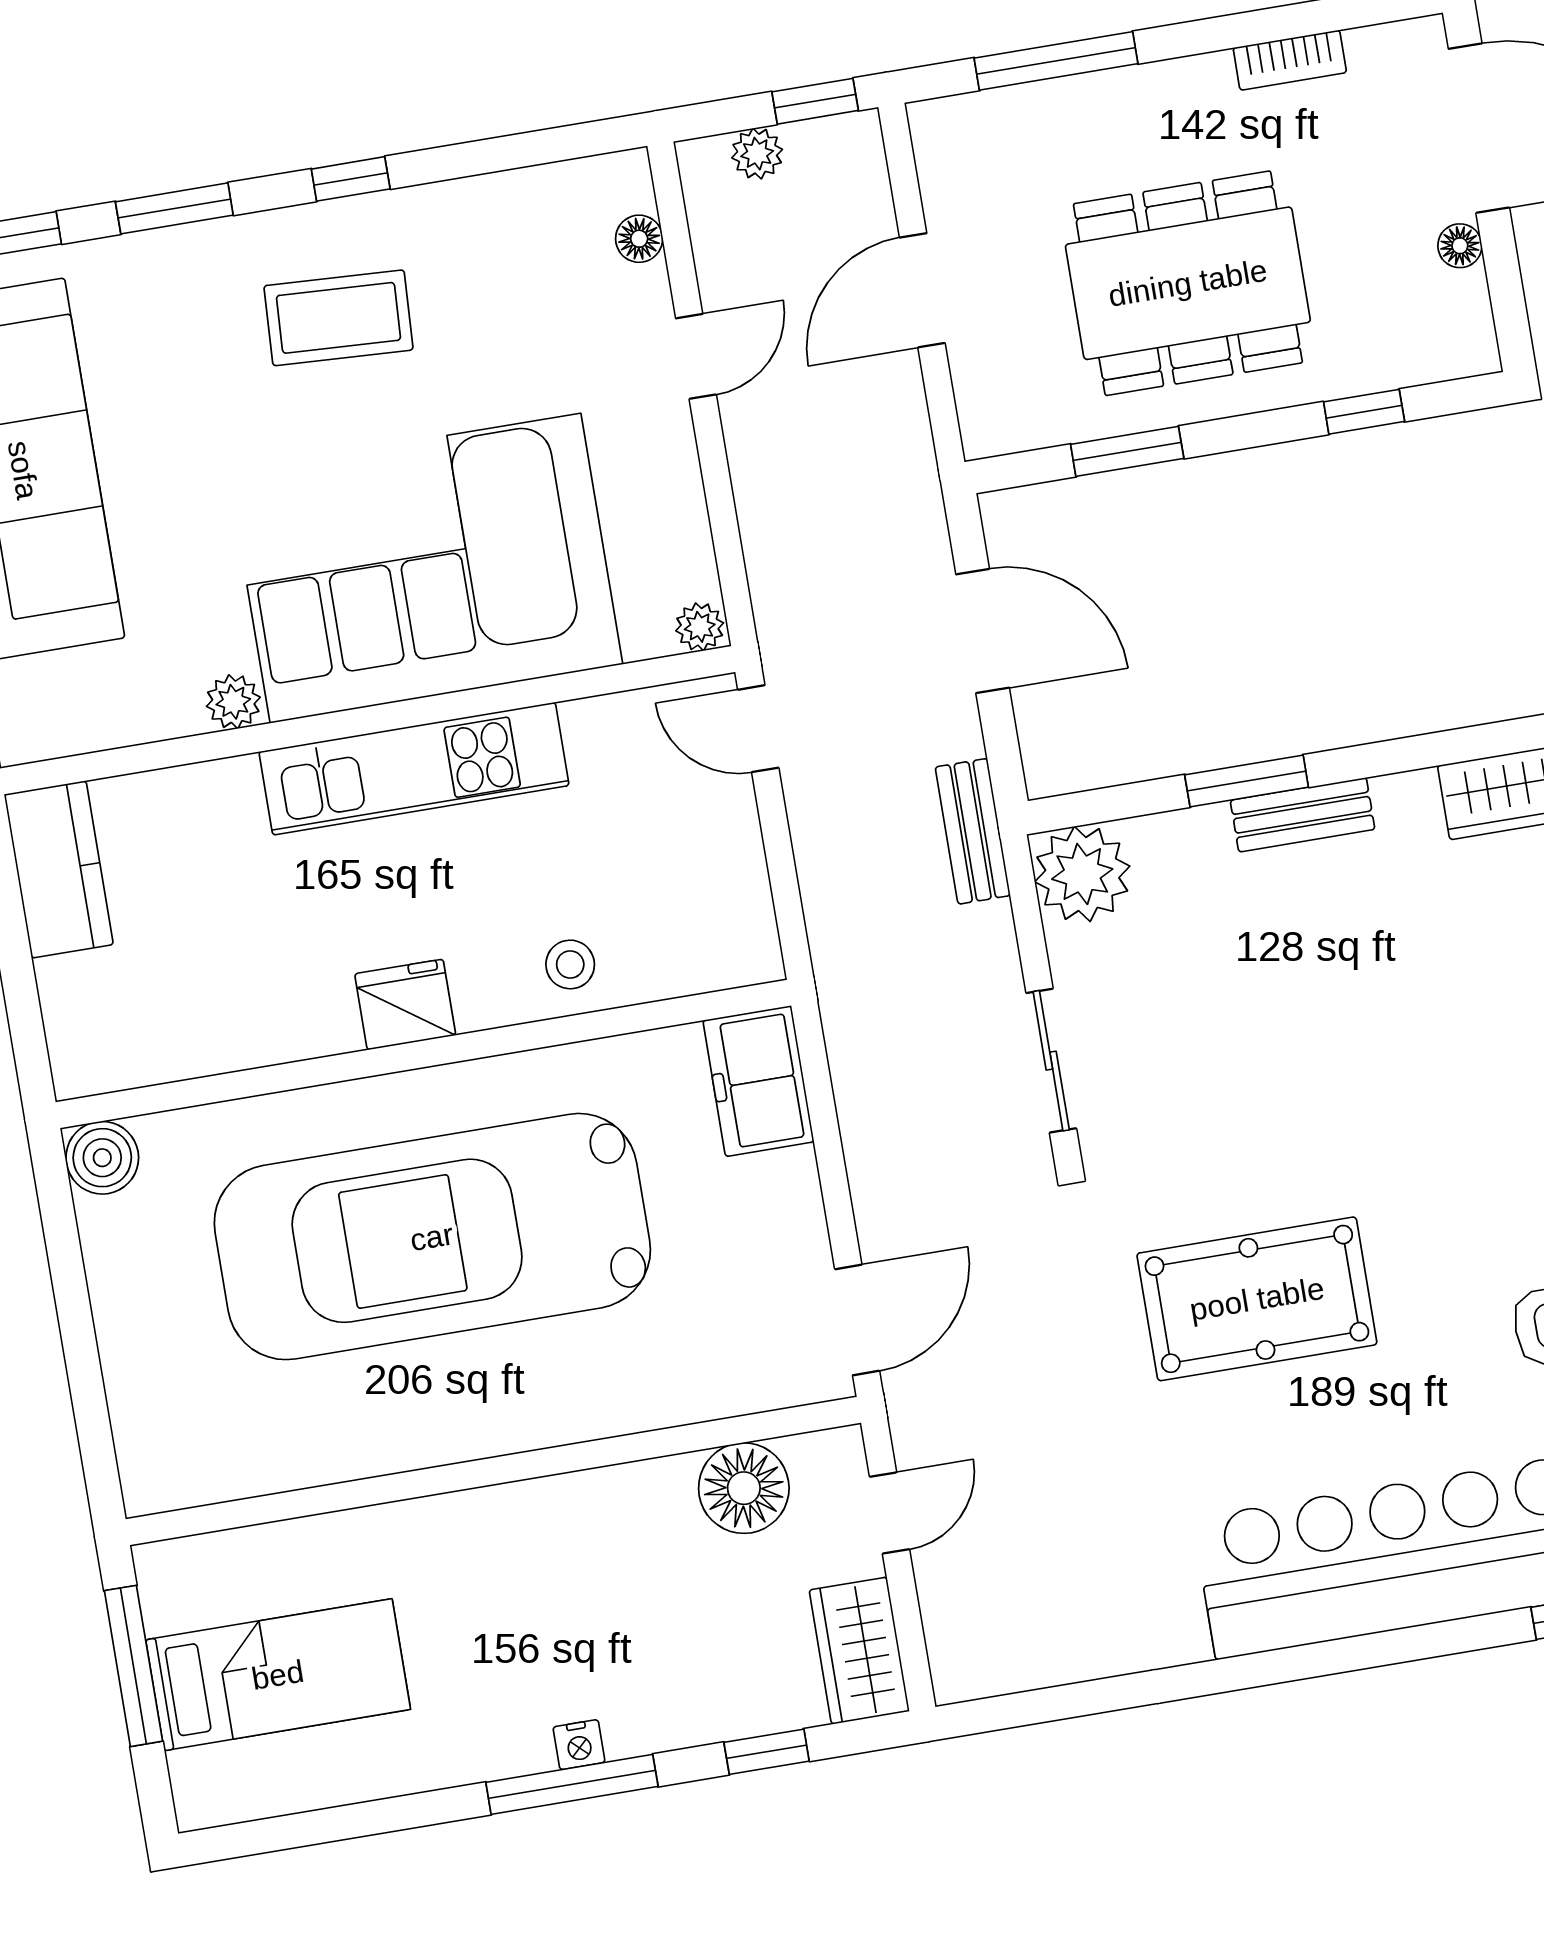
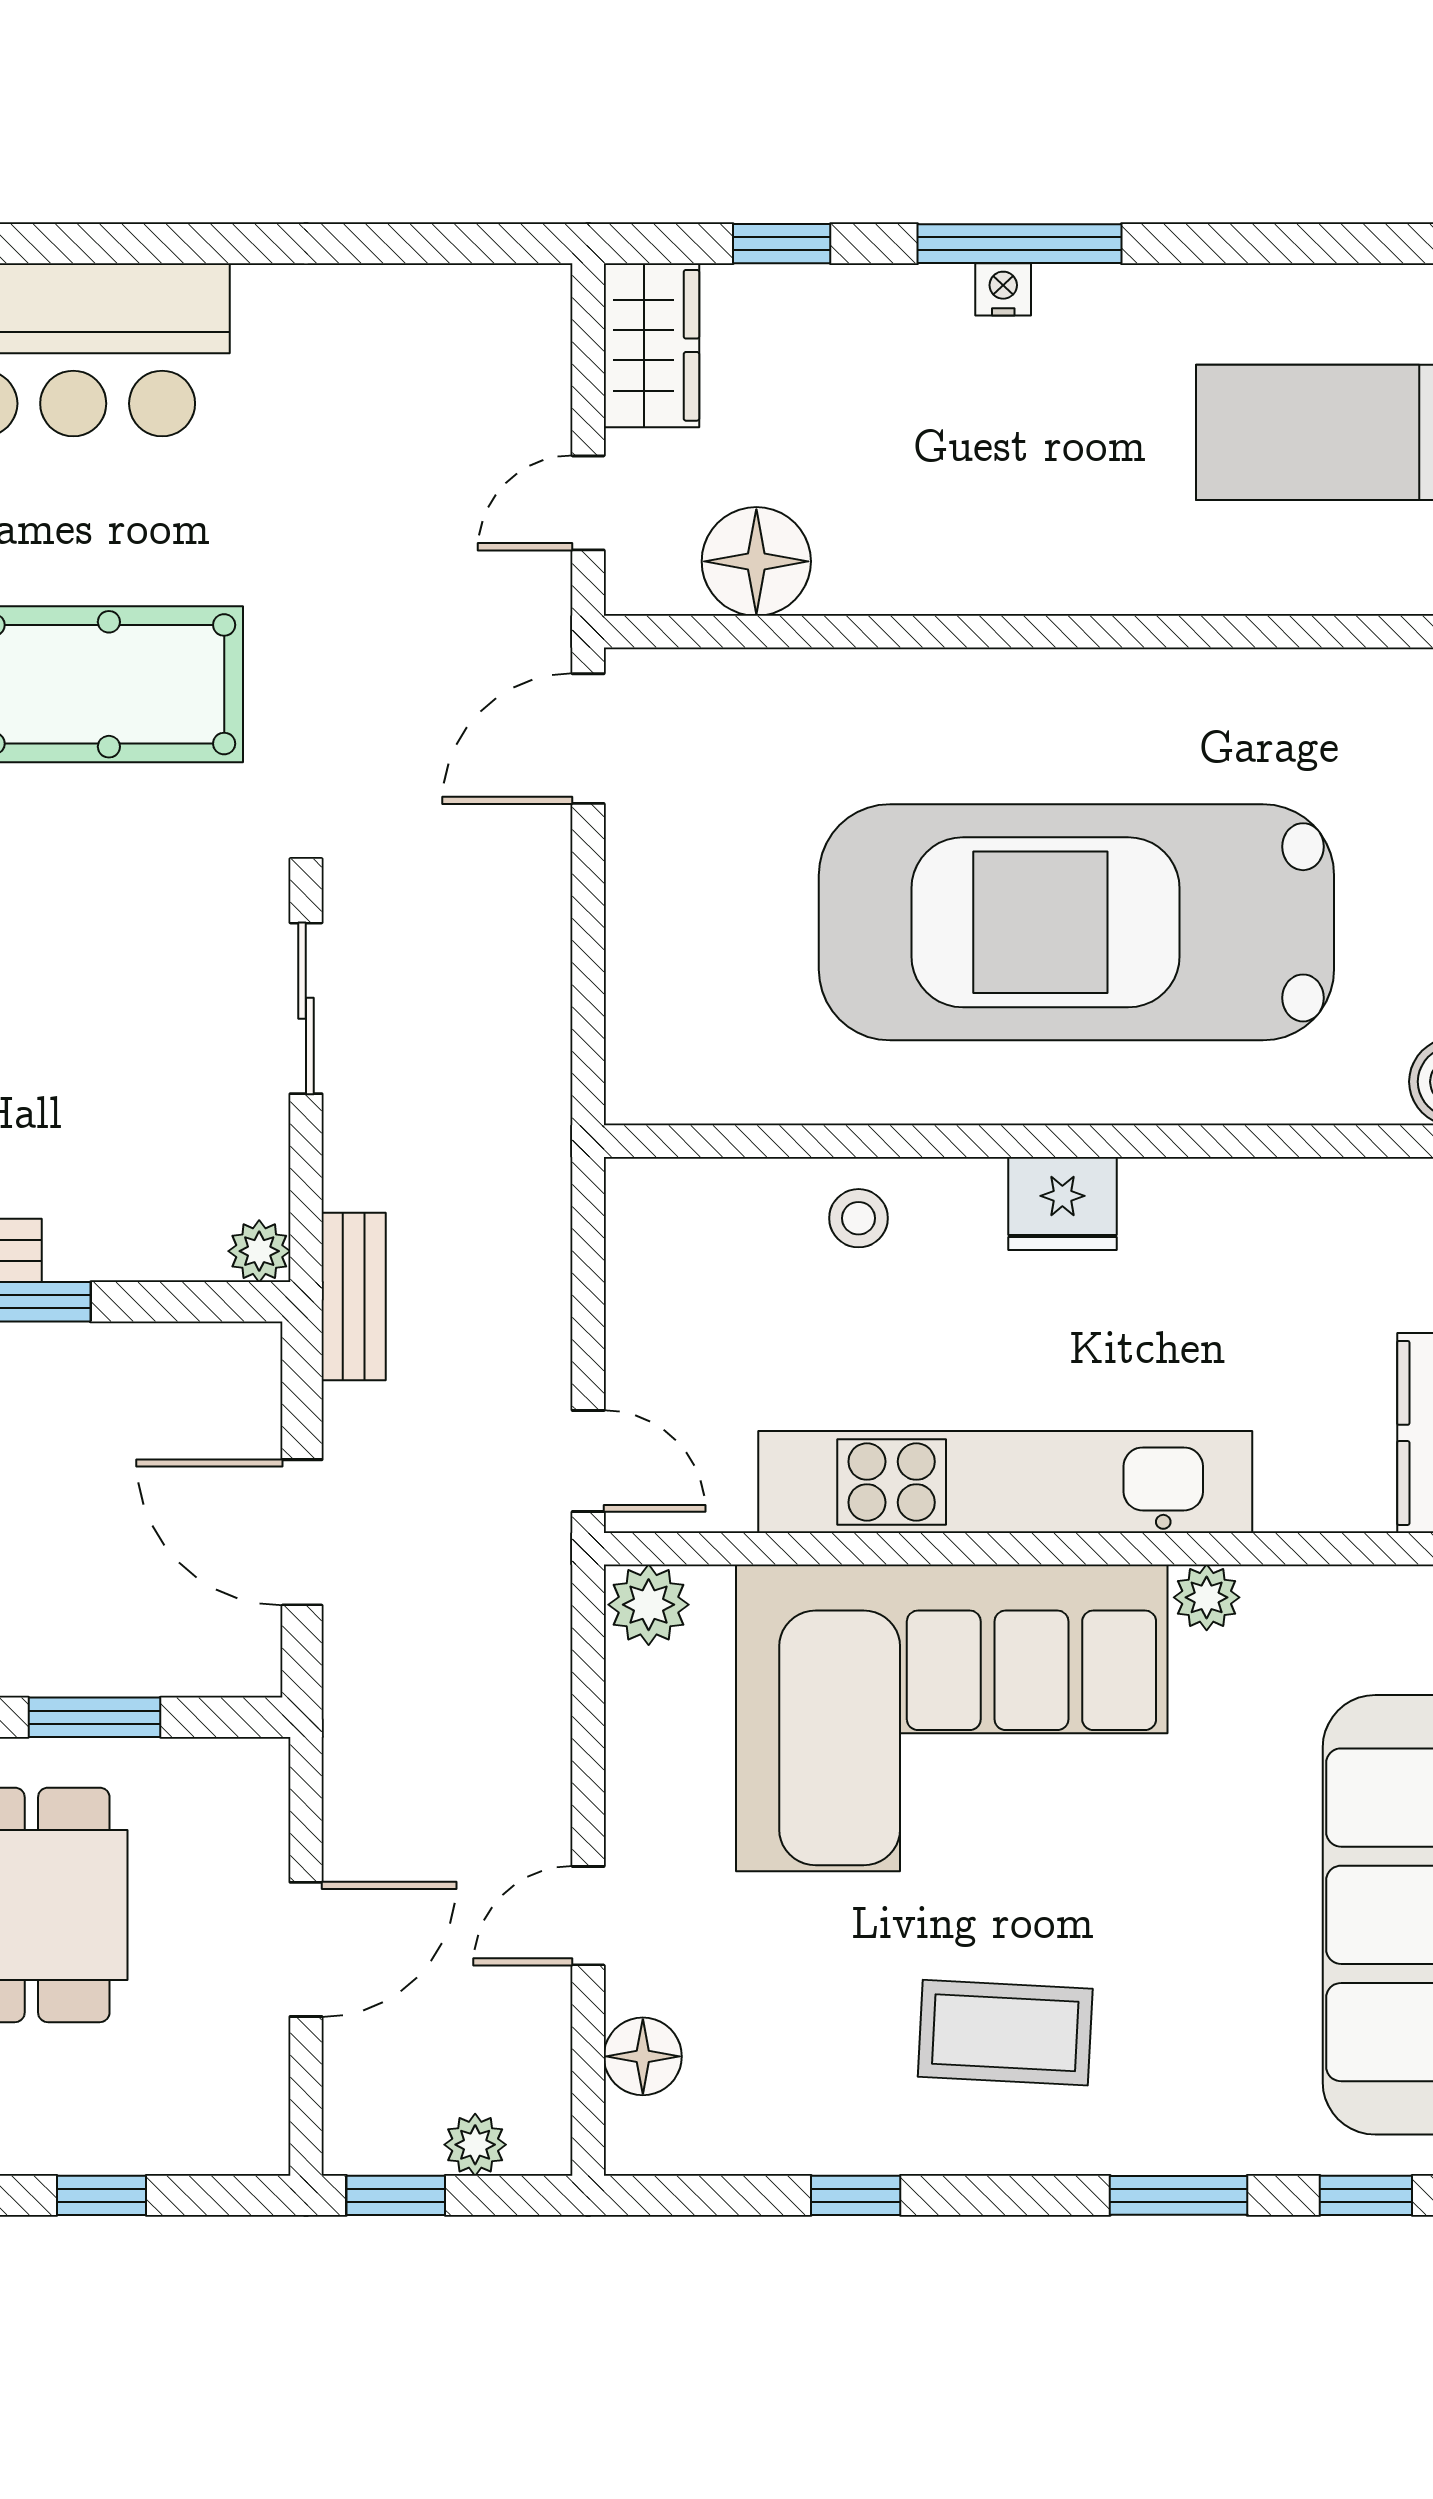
window: (1056, 61) -> (101, 2195), width x0.46
window: (351, 179) -> (856, 2195), moved
floor lamp: (639, 239) -> (643, 2056), width x1.37, depth x1.37
plant: (700, 627) -> (649, 1605), width x1.38, depth x1.38
kitchen unit: (414, 769) -> (1005, 1482), width x1.36
plant: (1082, 874) -> (259, 1251), width x0.53, depth x0.53
freezer: (758, 1081) -> (658, 1042), removed
car: (432, 1237) -> (1076, 922), turned 180

